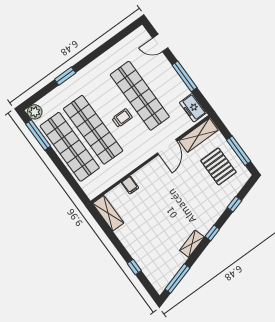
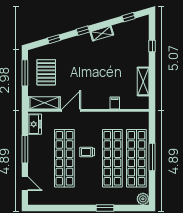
window: (38, 135) -> (152, 157), moved
shelving: (108, 213) -> (143, 81), moved
window: (177, 278) -> (129, 17), width x0.46

